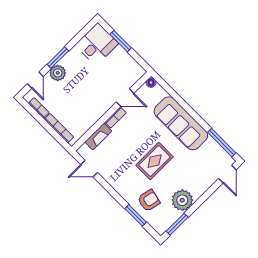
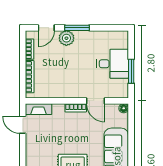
window: (121, 41) -> (131, 71), moved
desk: (97, 44) -> (113, 64), moved
fireplace: (98, 136) -> (39, 109), moved

